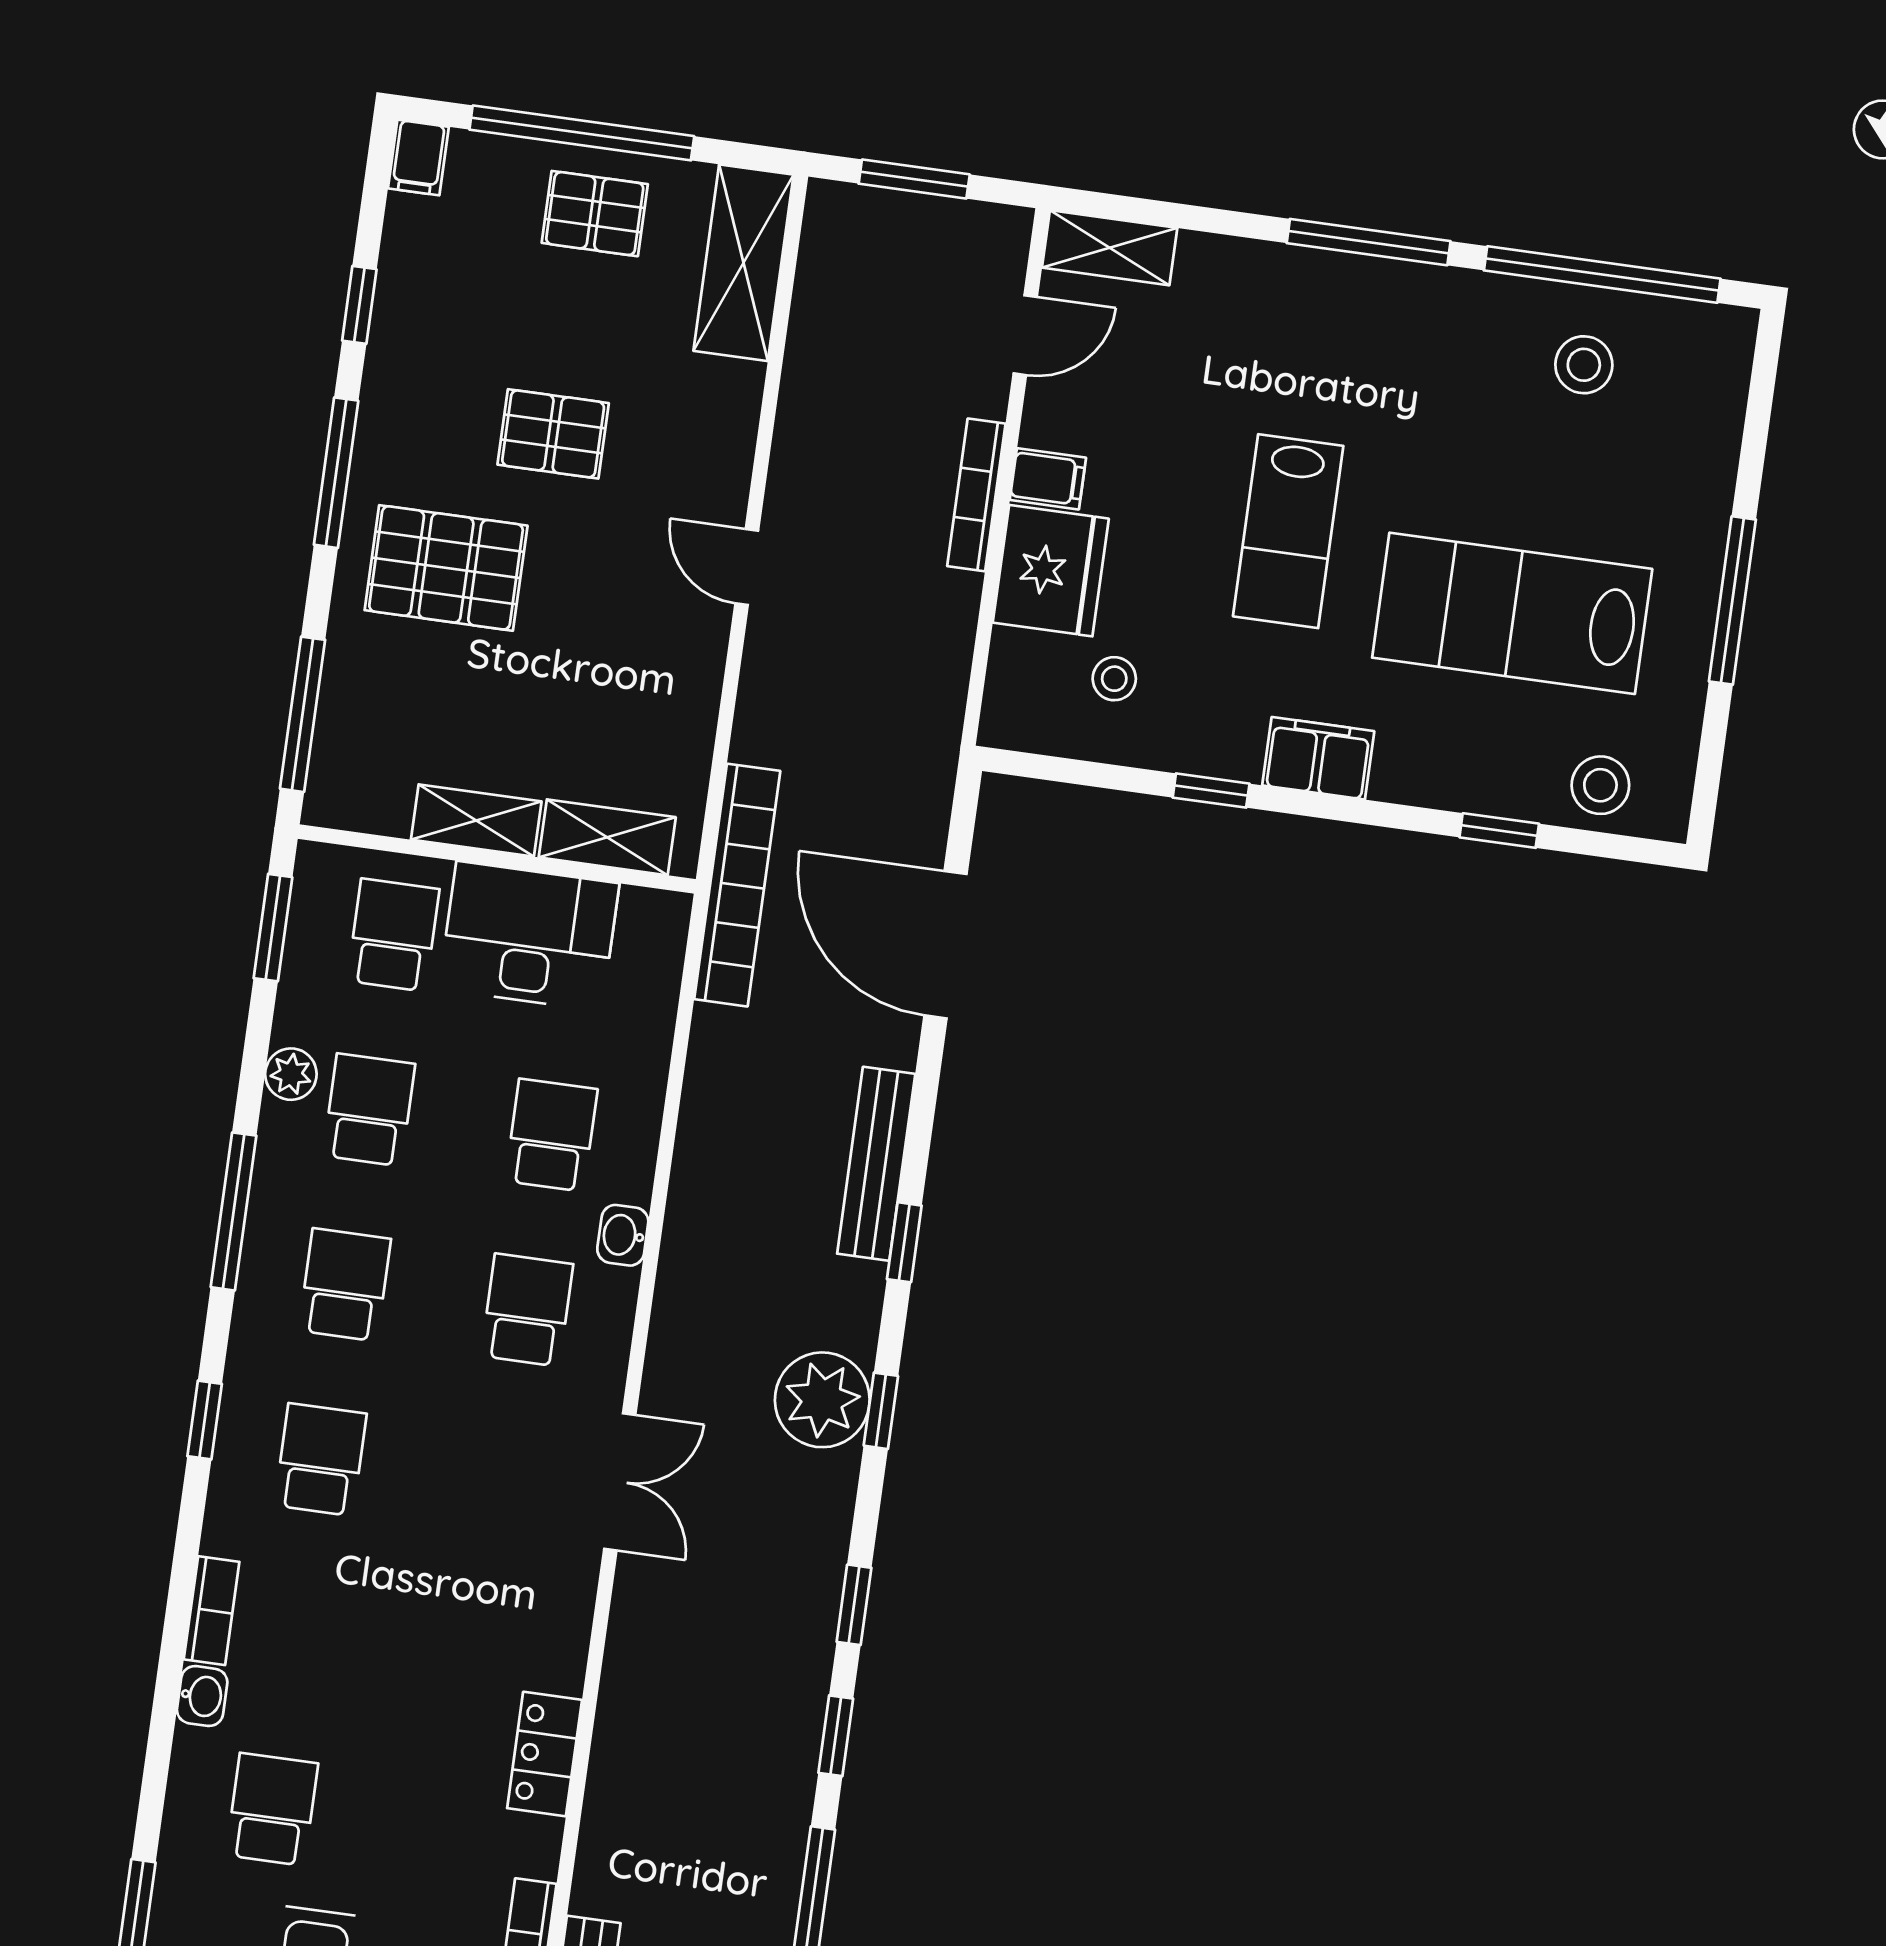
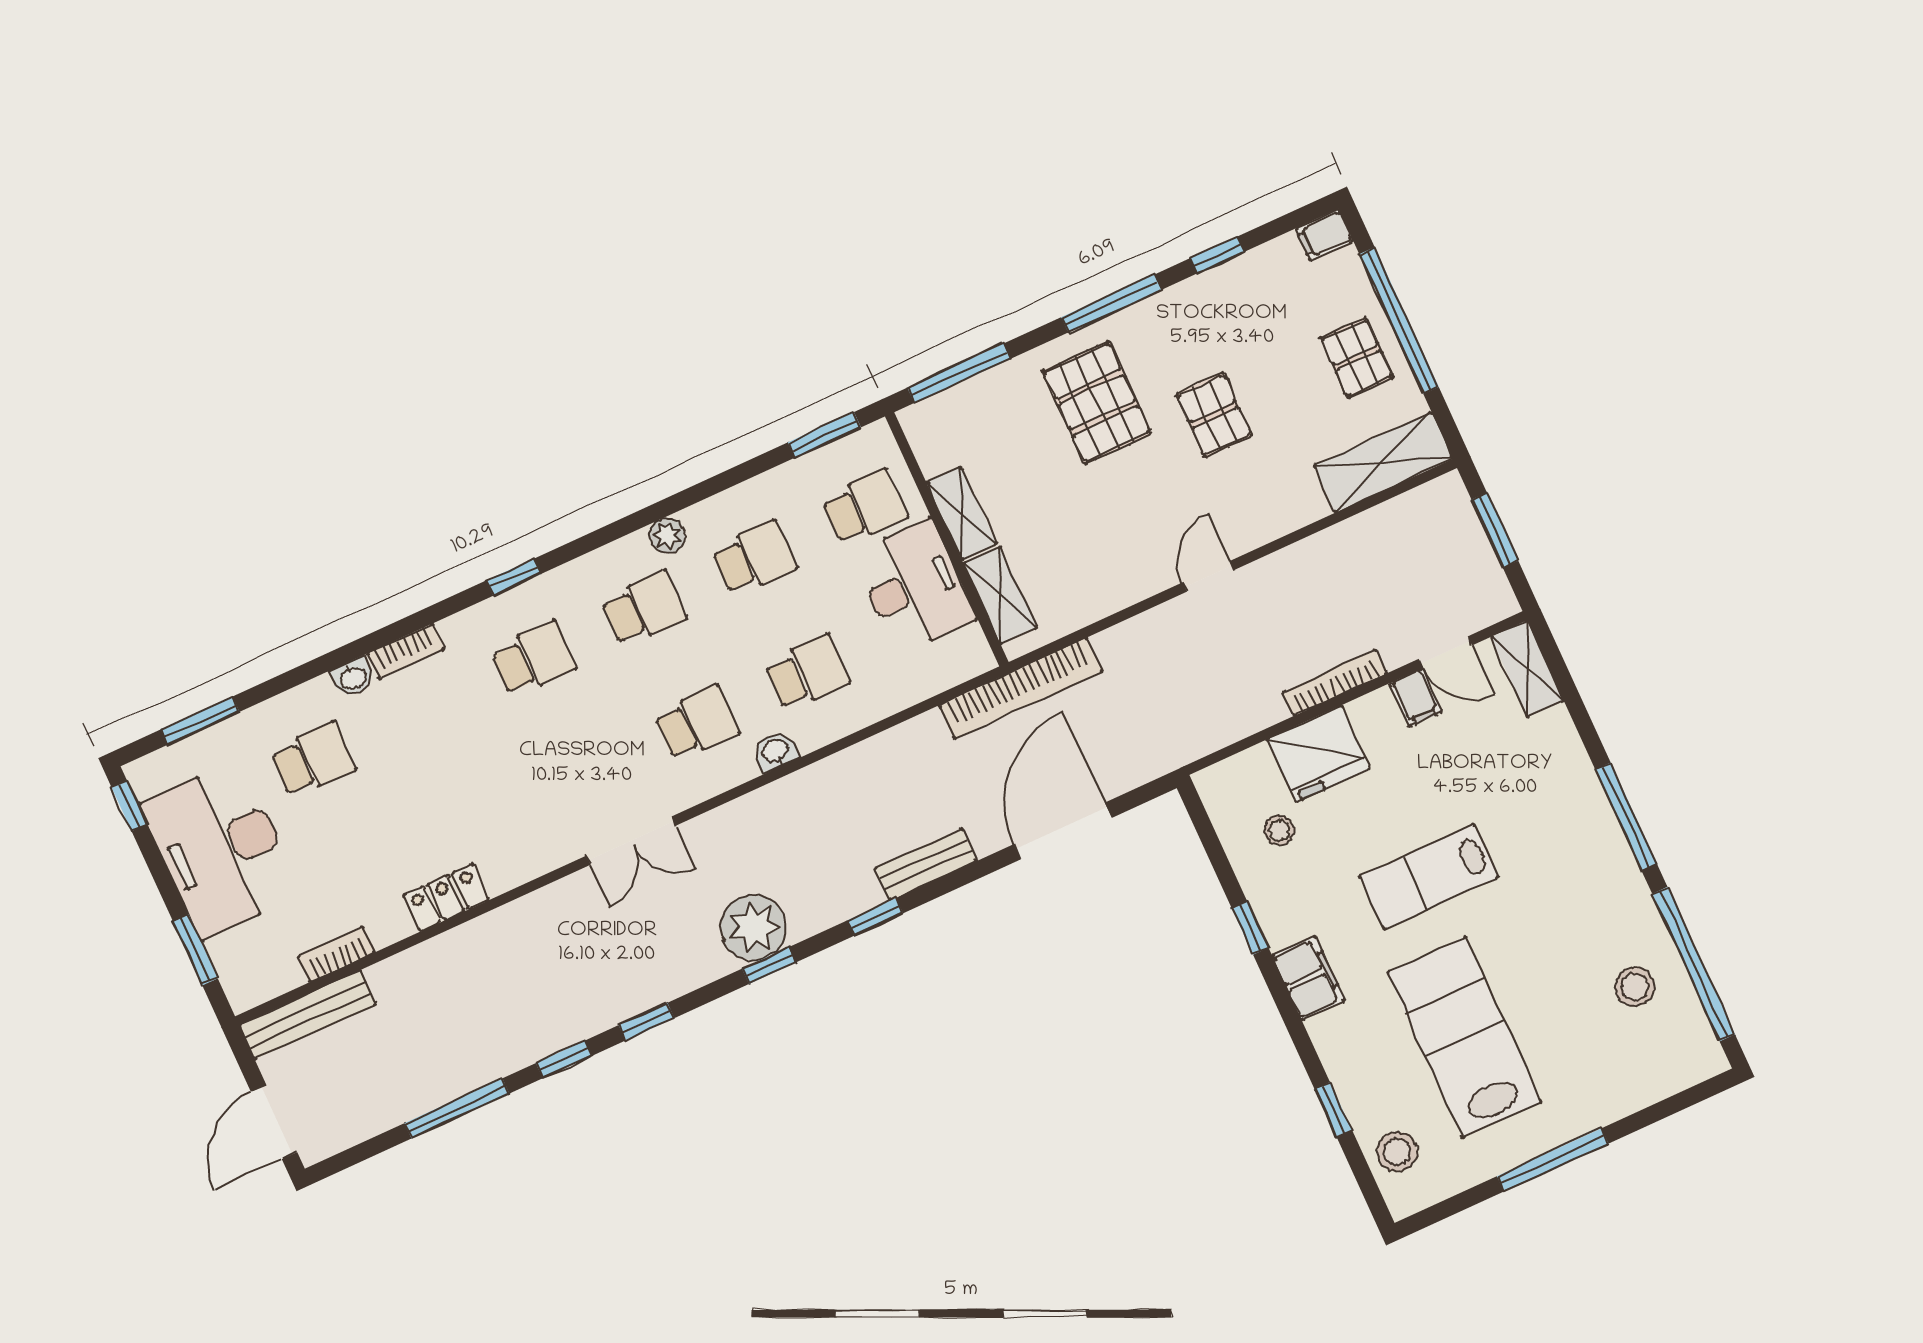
filing cabinet: (1048, 479) -> (1416, 698), moved
plant: (291, 1074) -> (667, 535), moved
bench: (876, 1164) -> (926, 864), width x0.73
window: (234, 1211) -> (645, 517), removed

